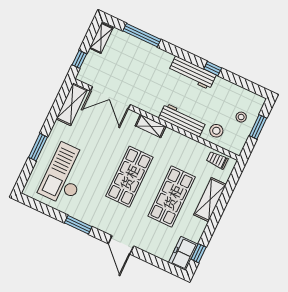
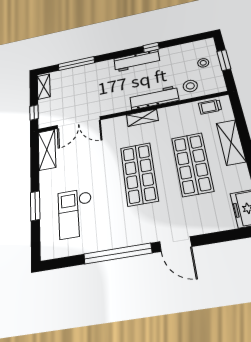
shelving: (151, 126) -> (142, 118), moved
checkout: (65, 175) -> (75, 213), width x0.73, depth x0.83
window: (78, 225) -> (118, 254), width x2.11

